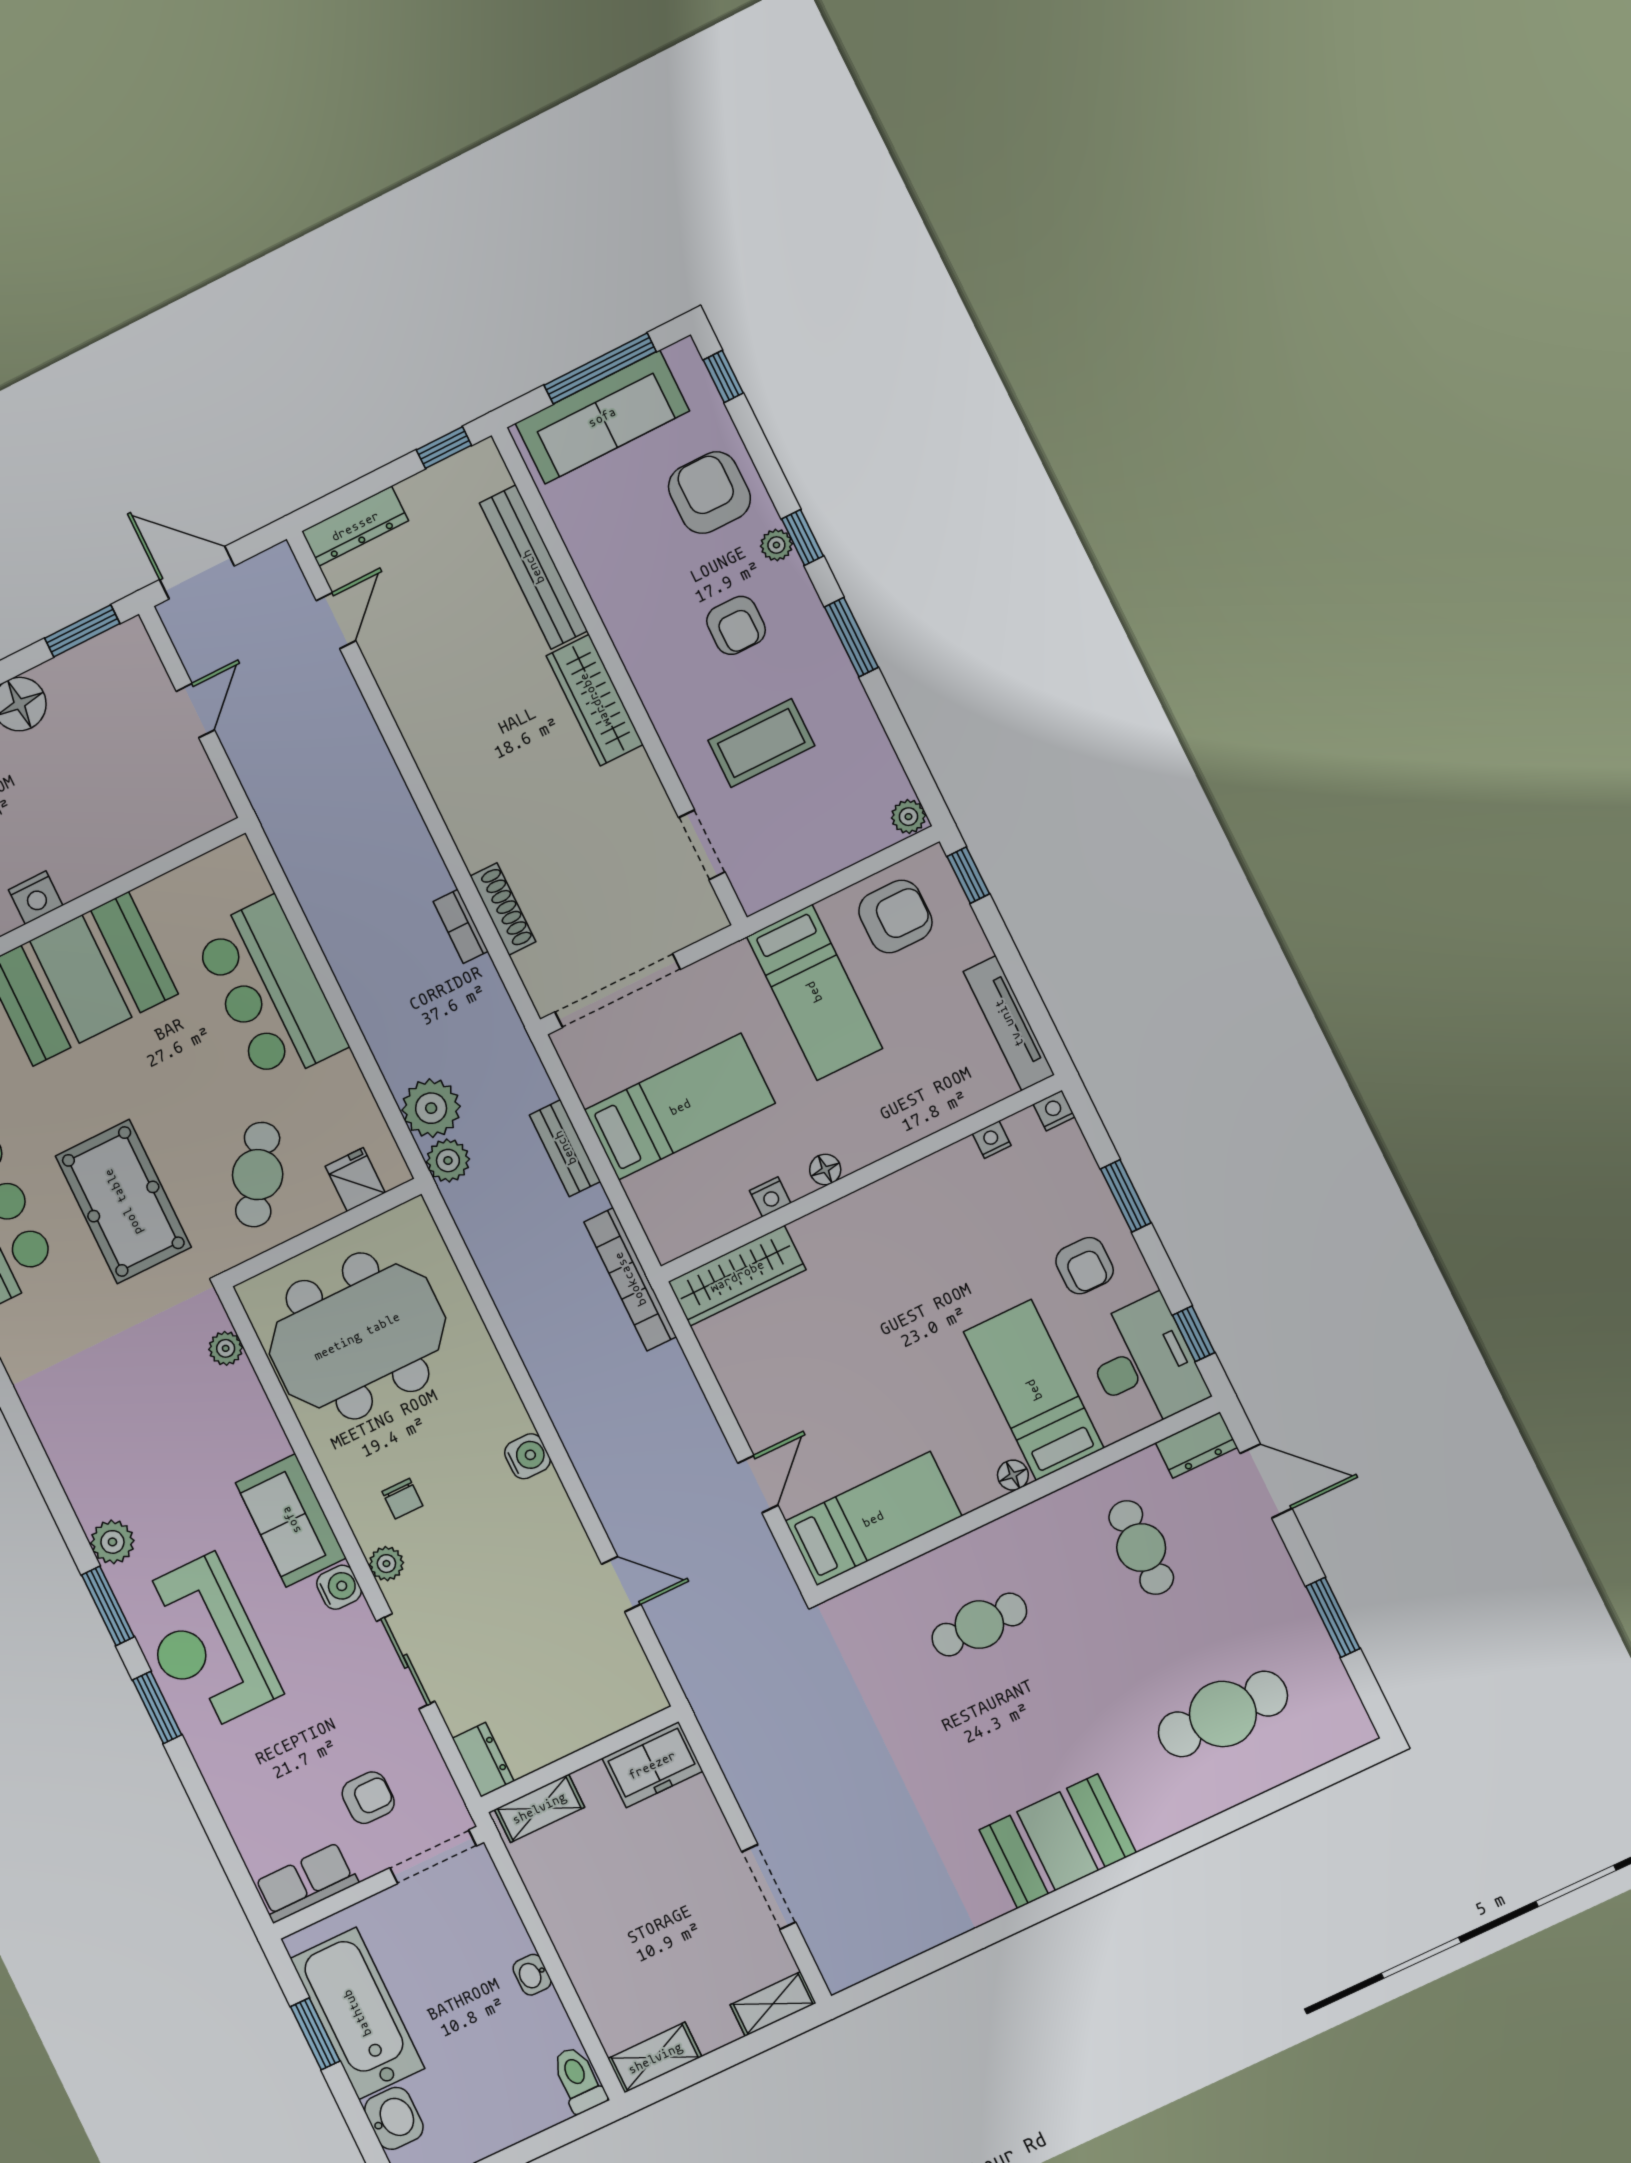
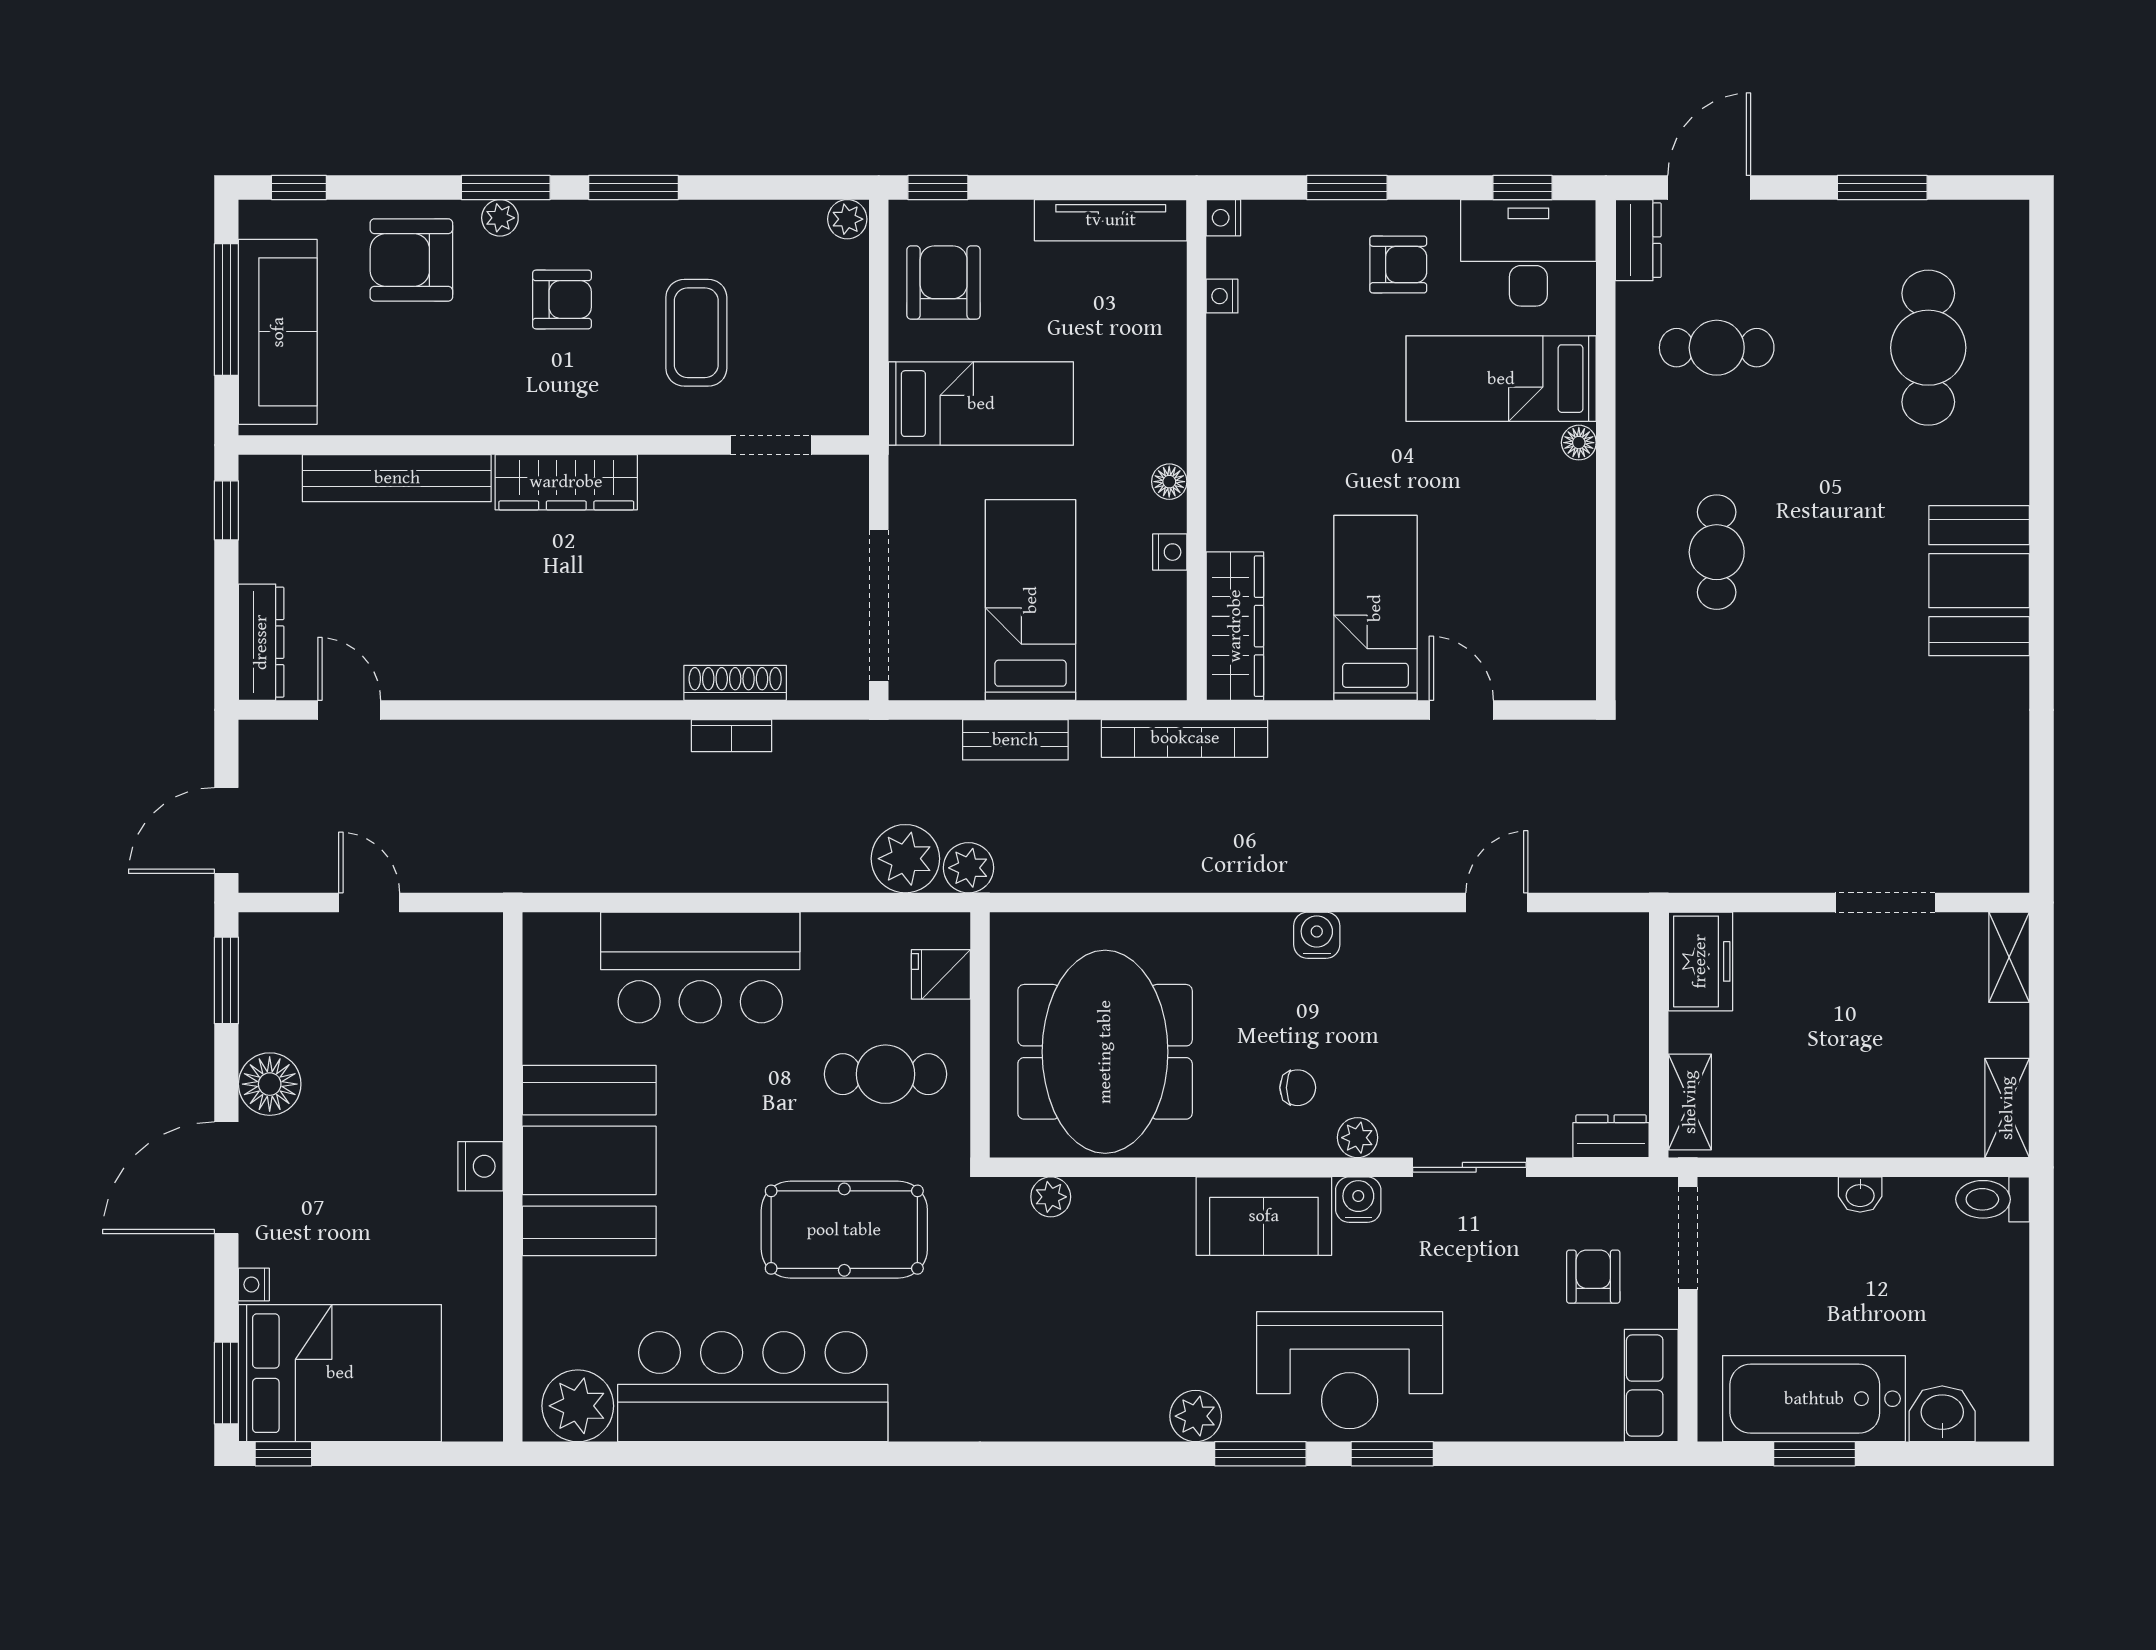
window: (802, 538) -> (506, 188), width x1.50
cafe table: (258, 1175) -> (885, 1074), turned -33
bed: (873, 1519) -> (1375, 608), moved

